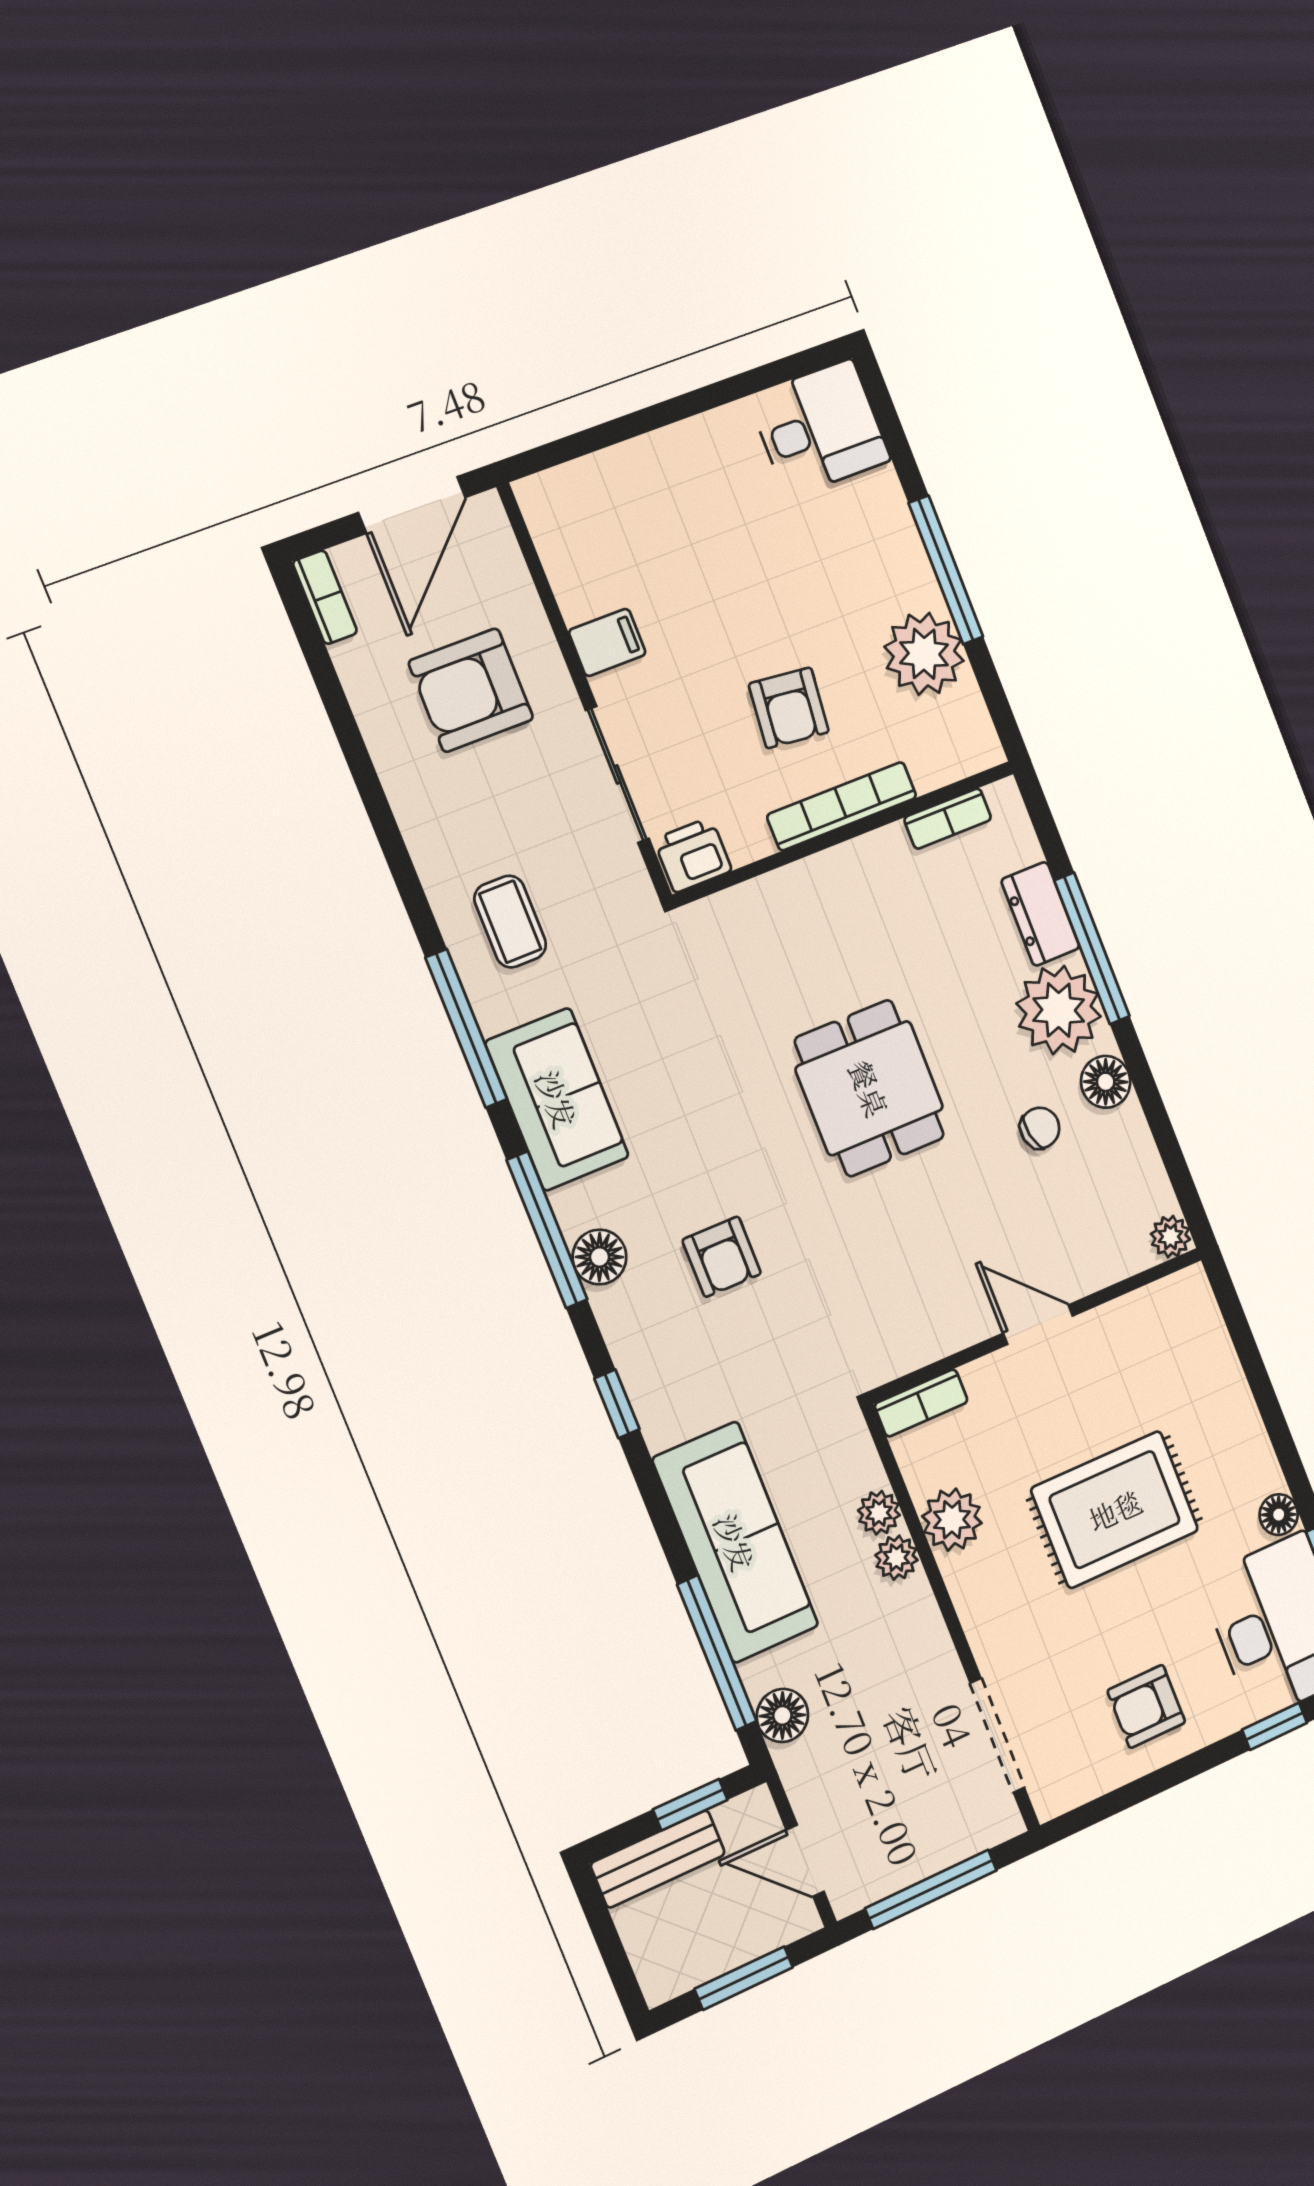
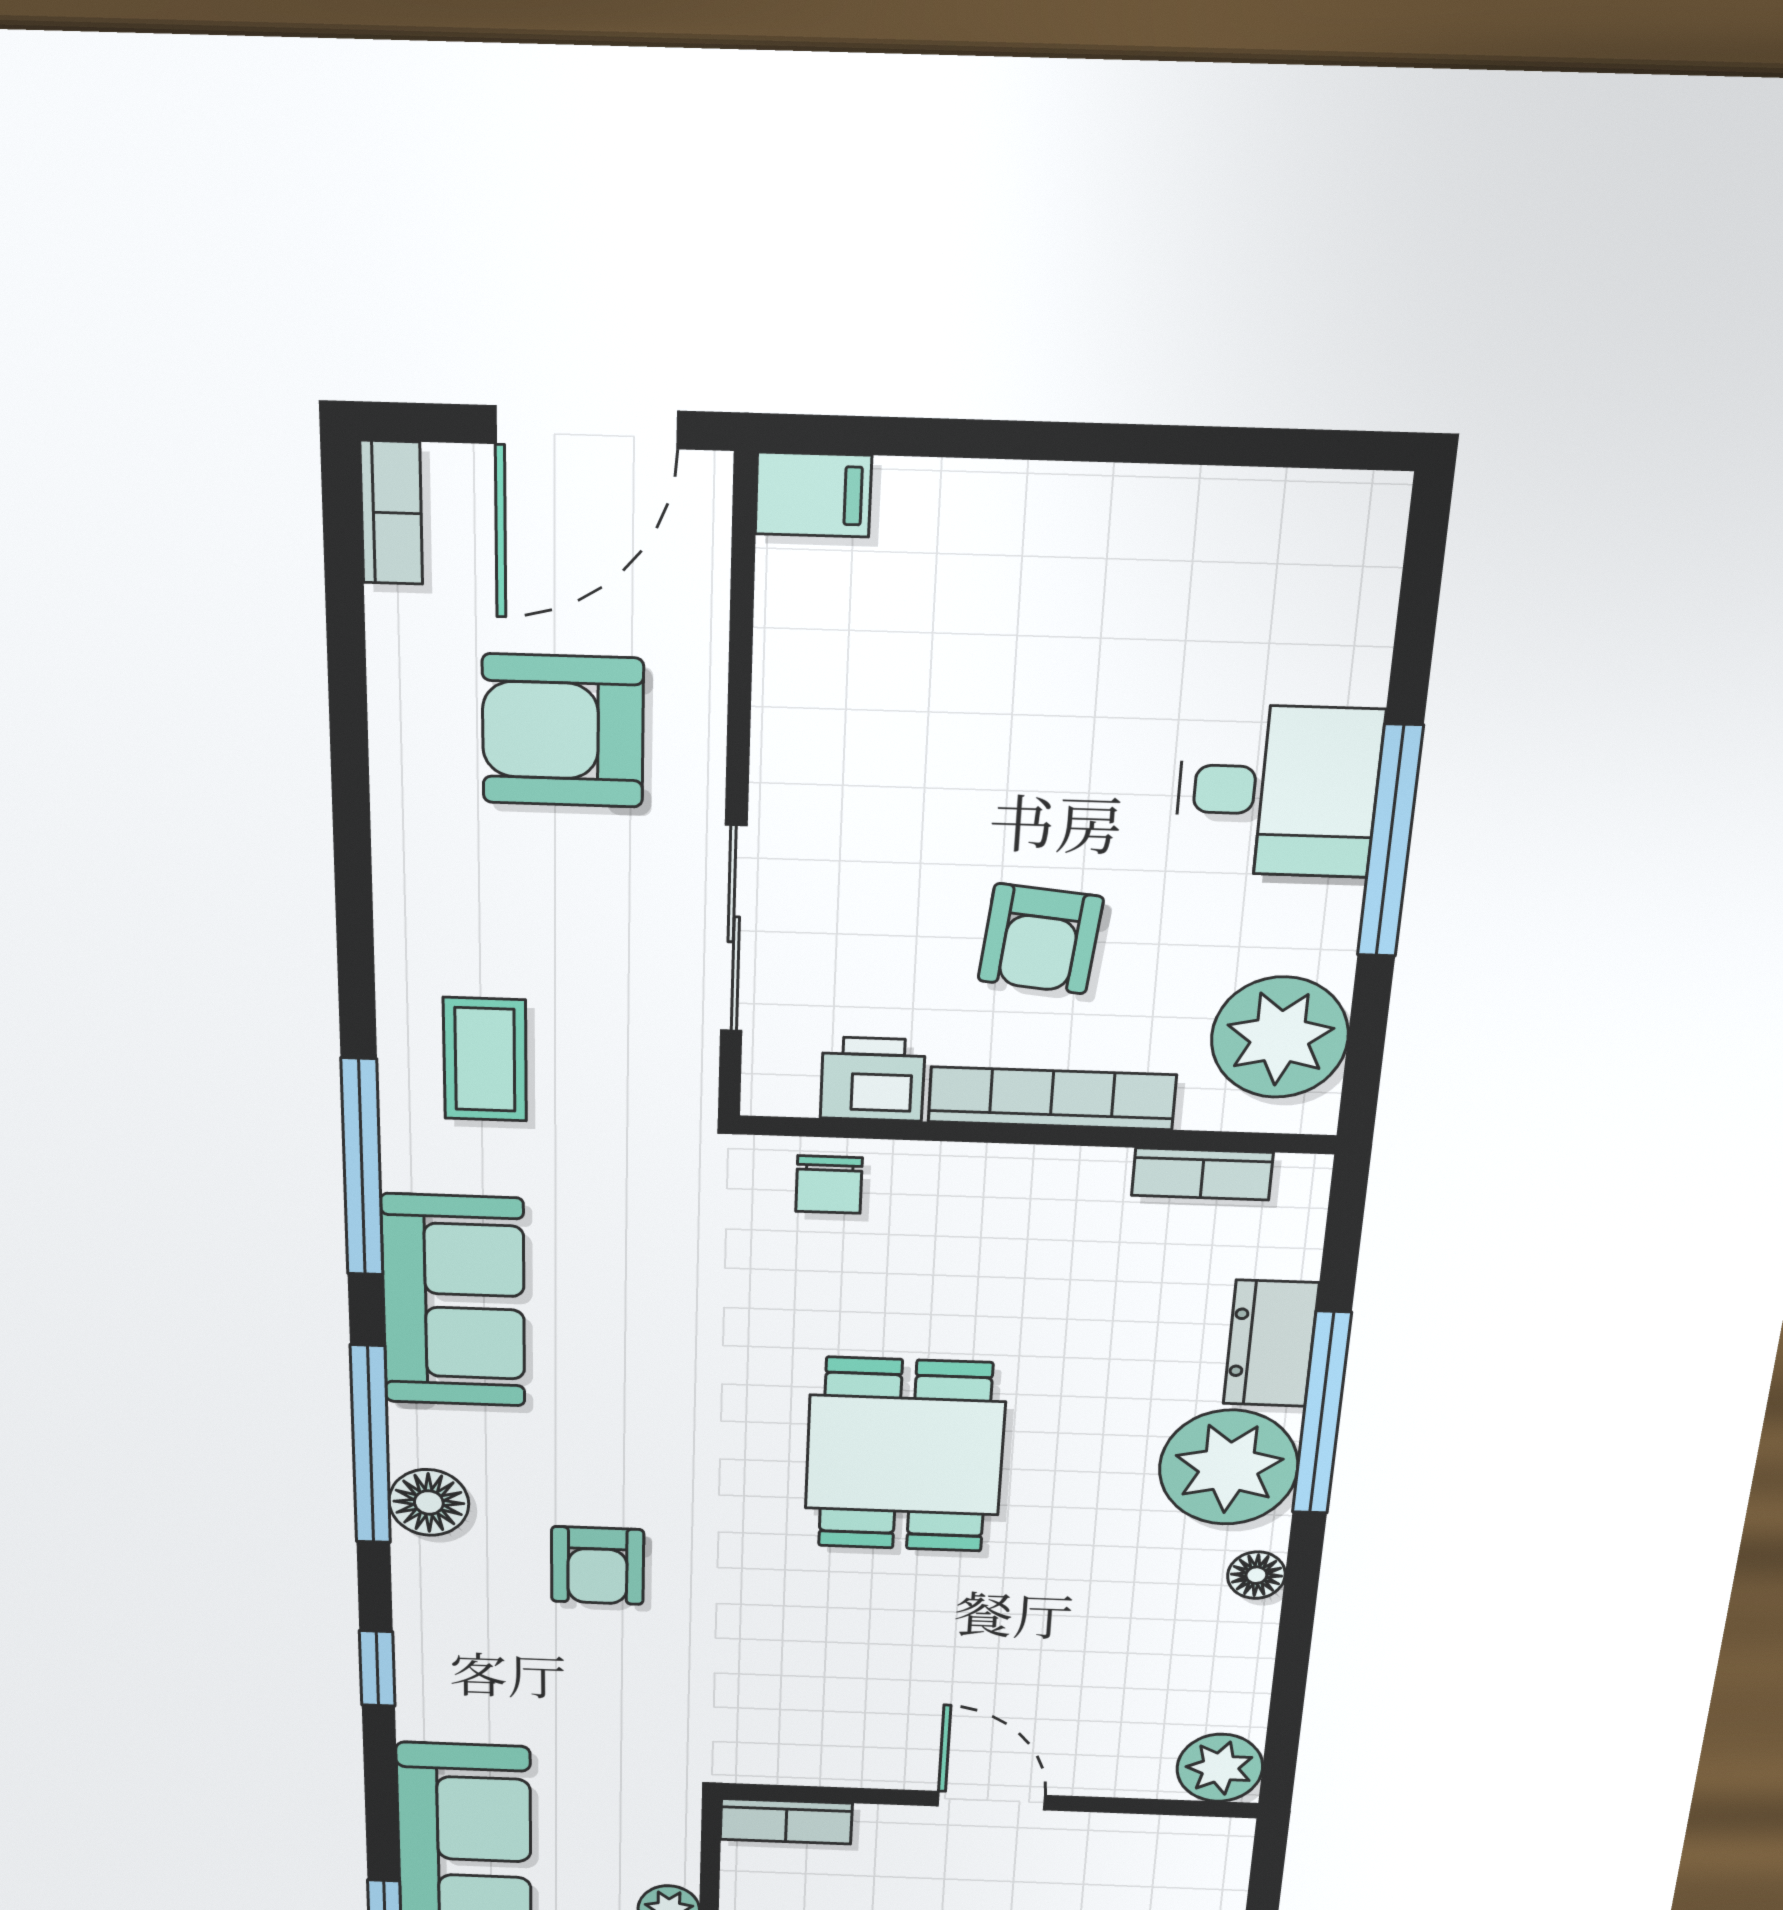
desk: (819, 428) -> (1278, 791), moved
filing cabinet: (607, 642) -> (813, 495), moved
plant: (924, 654) -> (1280, 1037), moved
printer: (693, 855) -> (873, 1079), moved
floor lamp: (1106, 1082) -> (1256, 1575), width x0.73, depth x0.73
chair: (1040, 1128) -> (829, 1185), moved, turned 102
plant: (1170, 1237) -> (1220, 1768), width x1.38, depth x1.38

